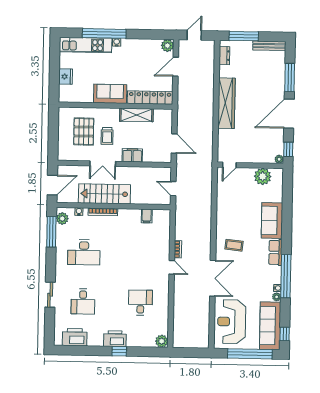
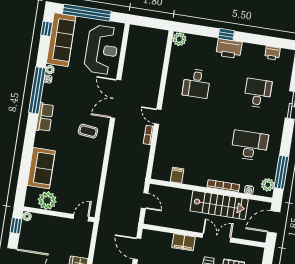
sofa: (272, 220) -> (41, 168), moved
printer: (75, 337) -> (272, 53), width x0.53, depth x0.68

